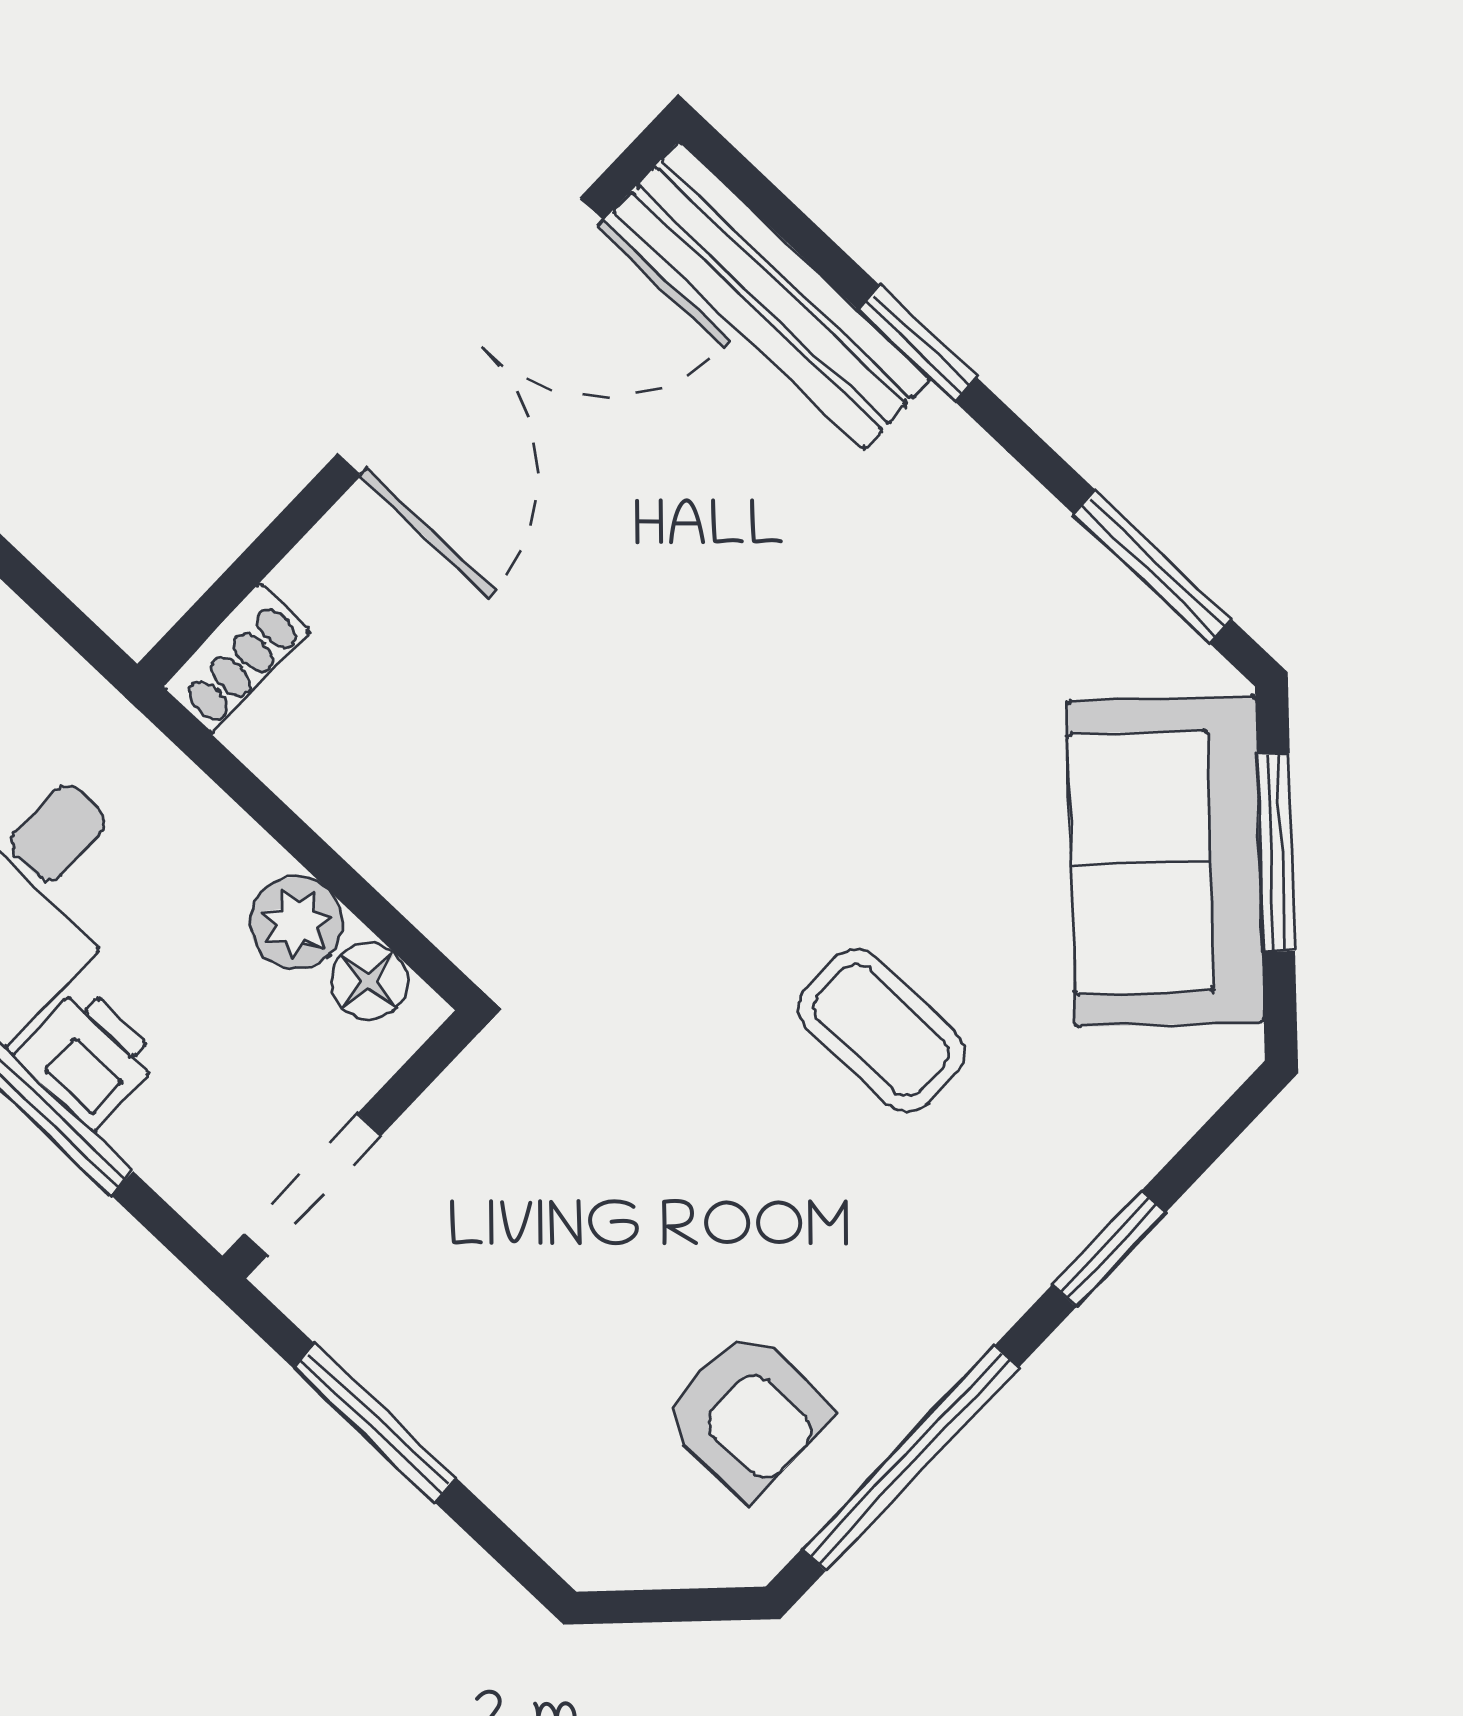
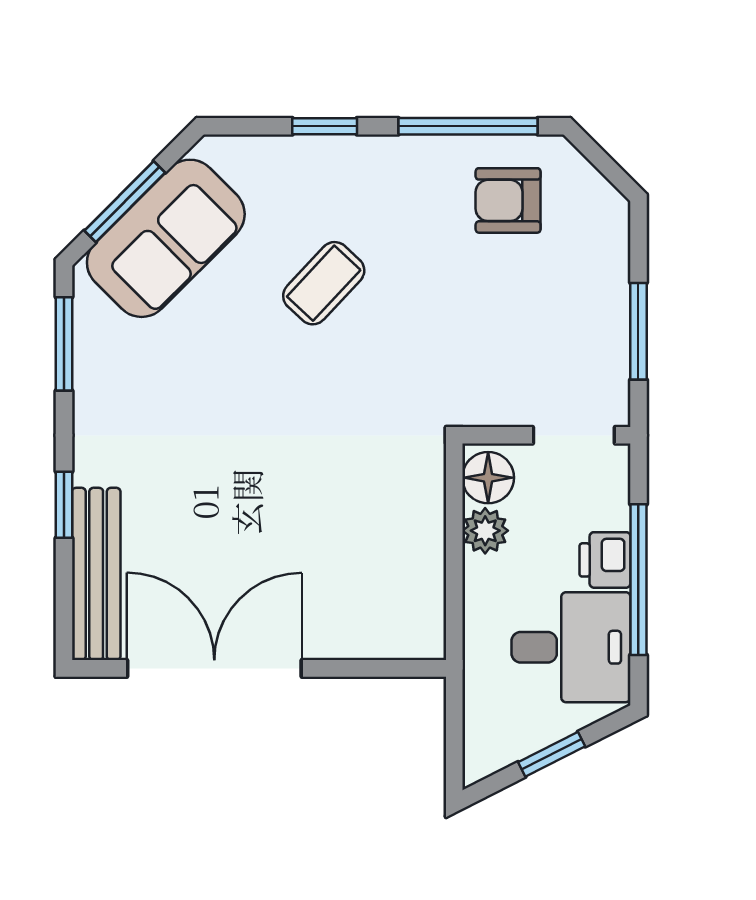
shoe rack: (236, 658) -> (410, 643), removed
floor lamp: (369, 981) -> (488, 478), width x1.37, depth x1.37
coffee table: (881, 1030) -> (324, 283), turned 43
armchair: (747, 1414) -> (508, 200), turned -90

